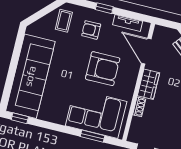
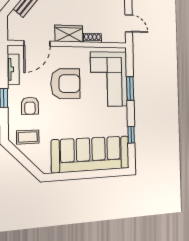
armchair: (103, 69) -> (65, 84), turned 90
window: (20, 118) -> (131, 135), moved
window: (92, 136) -> (130, 88), moved

